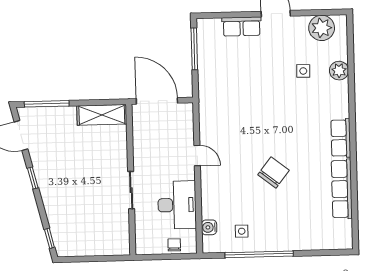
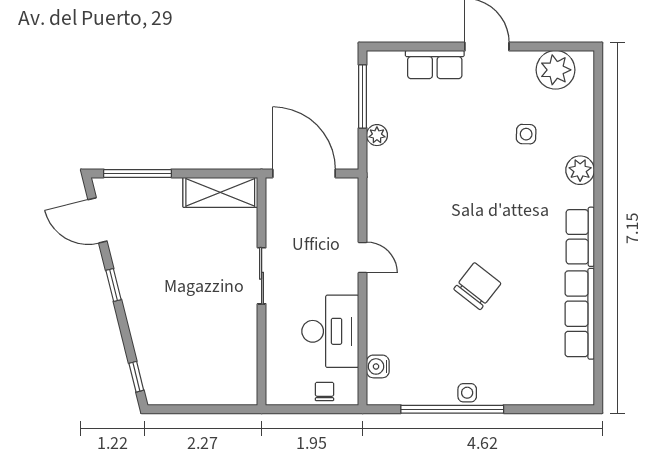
plant: (339, 71) -> (580, 170), moved
plant: (205, 74) -> (377, 135), added
sliding door: (131, 190) -> (262, 276), moved
side table: (242, 231) -> (467, 393), moved

